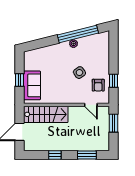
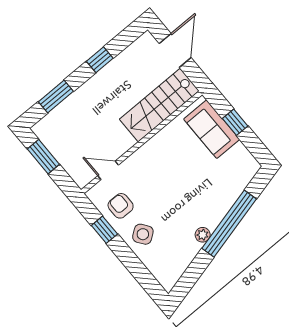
window: (78, 34) -> (229, 224), moved
side table: (79, 73) -> (143, 234), moved
window: (114, 123) -> (43, 157), moved

